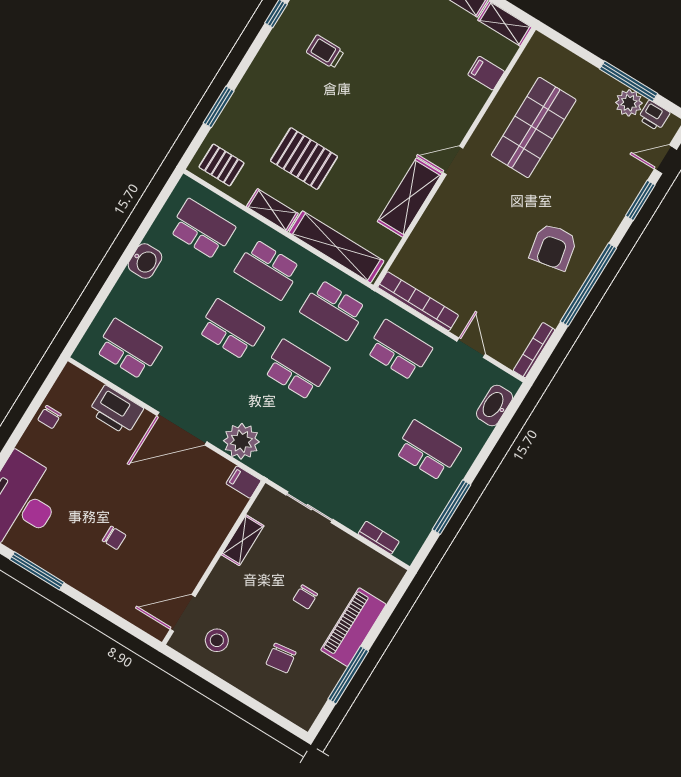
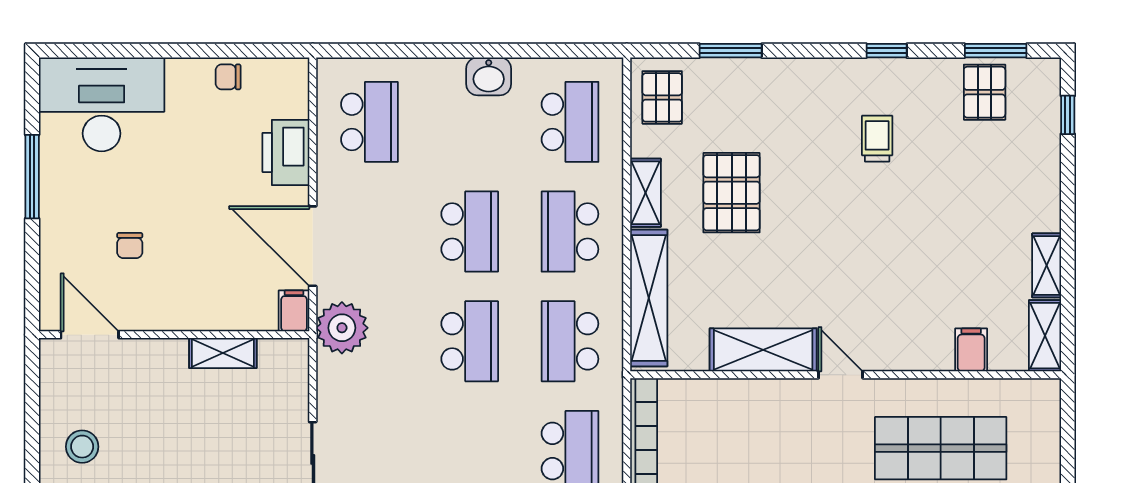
filing cabinet: (244, 482) -> (294, 311), moved
shelving: (243, 540) -> (223, 353), moved
wall: (214, 563) -> (174, 335), moved
door: (183, 613) -> (90, 335), moved

